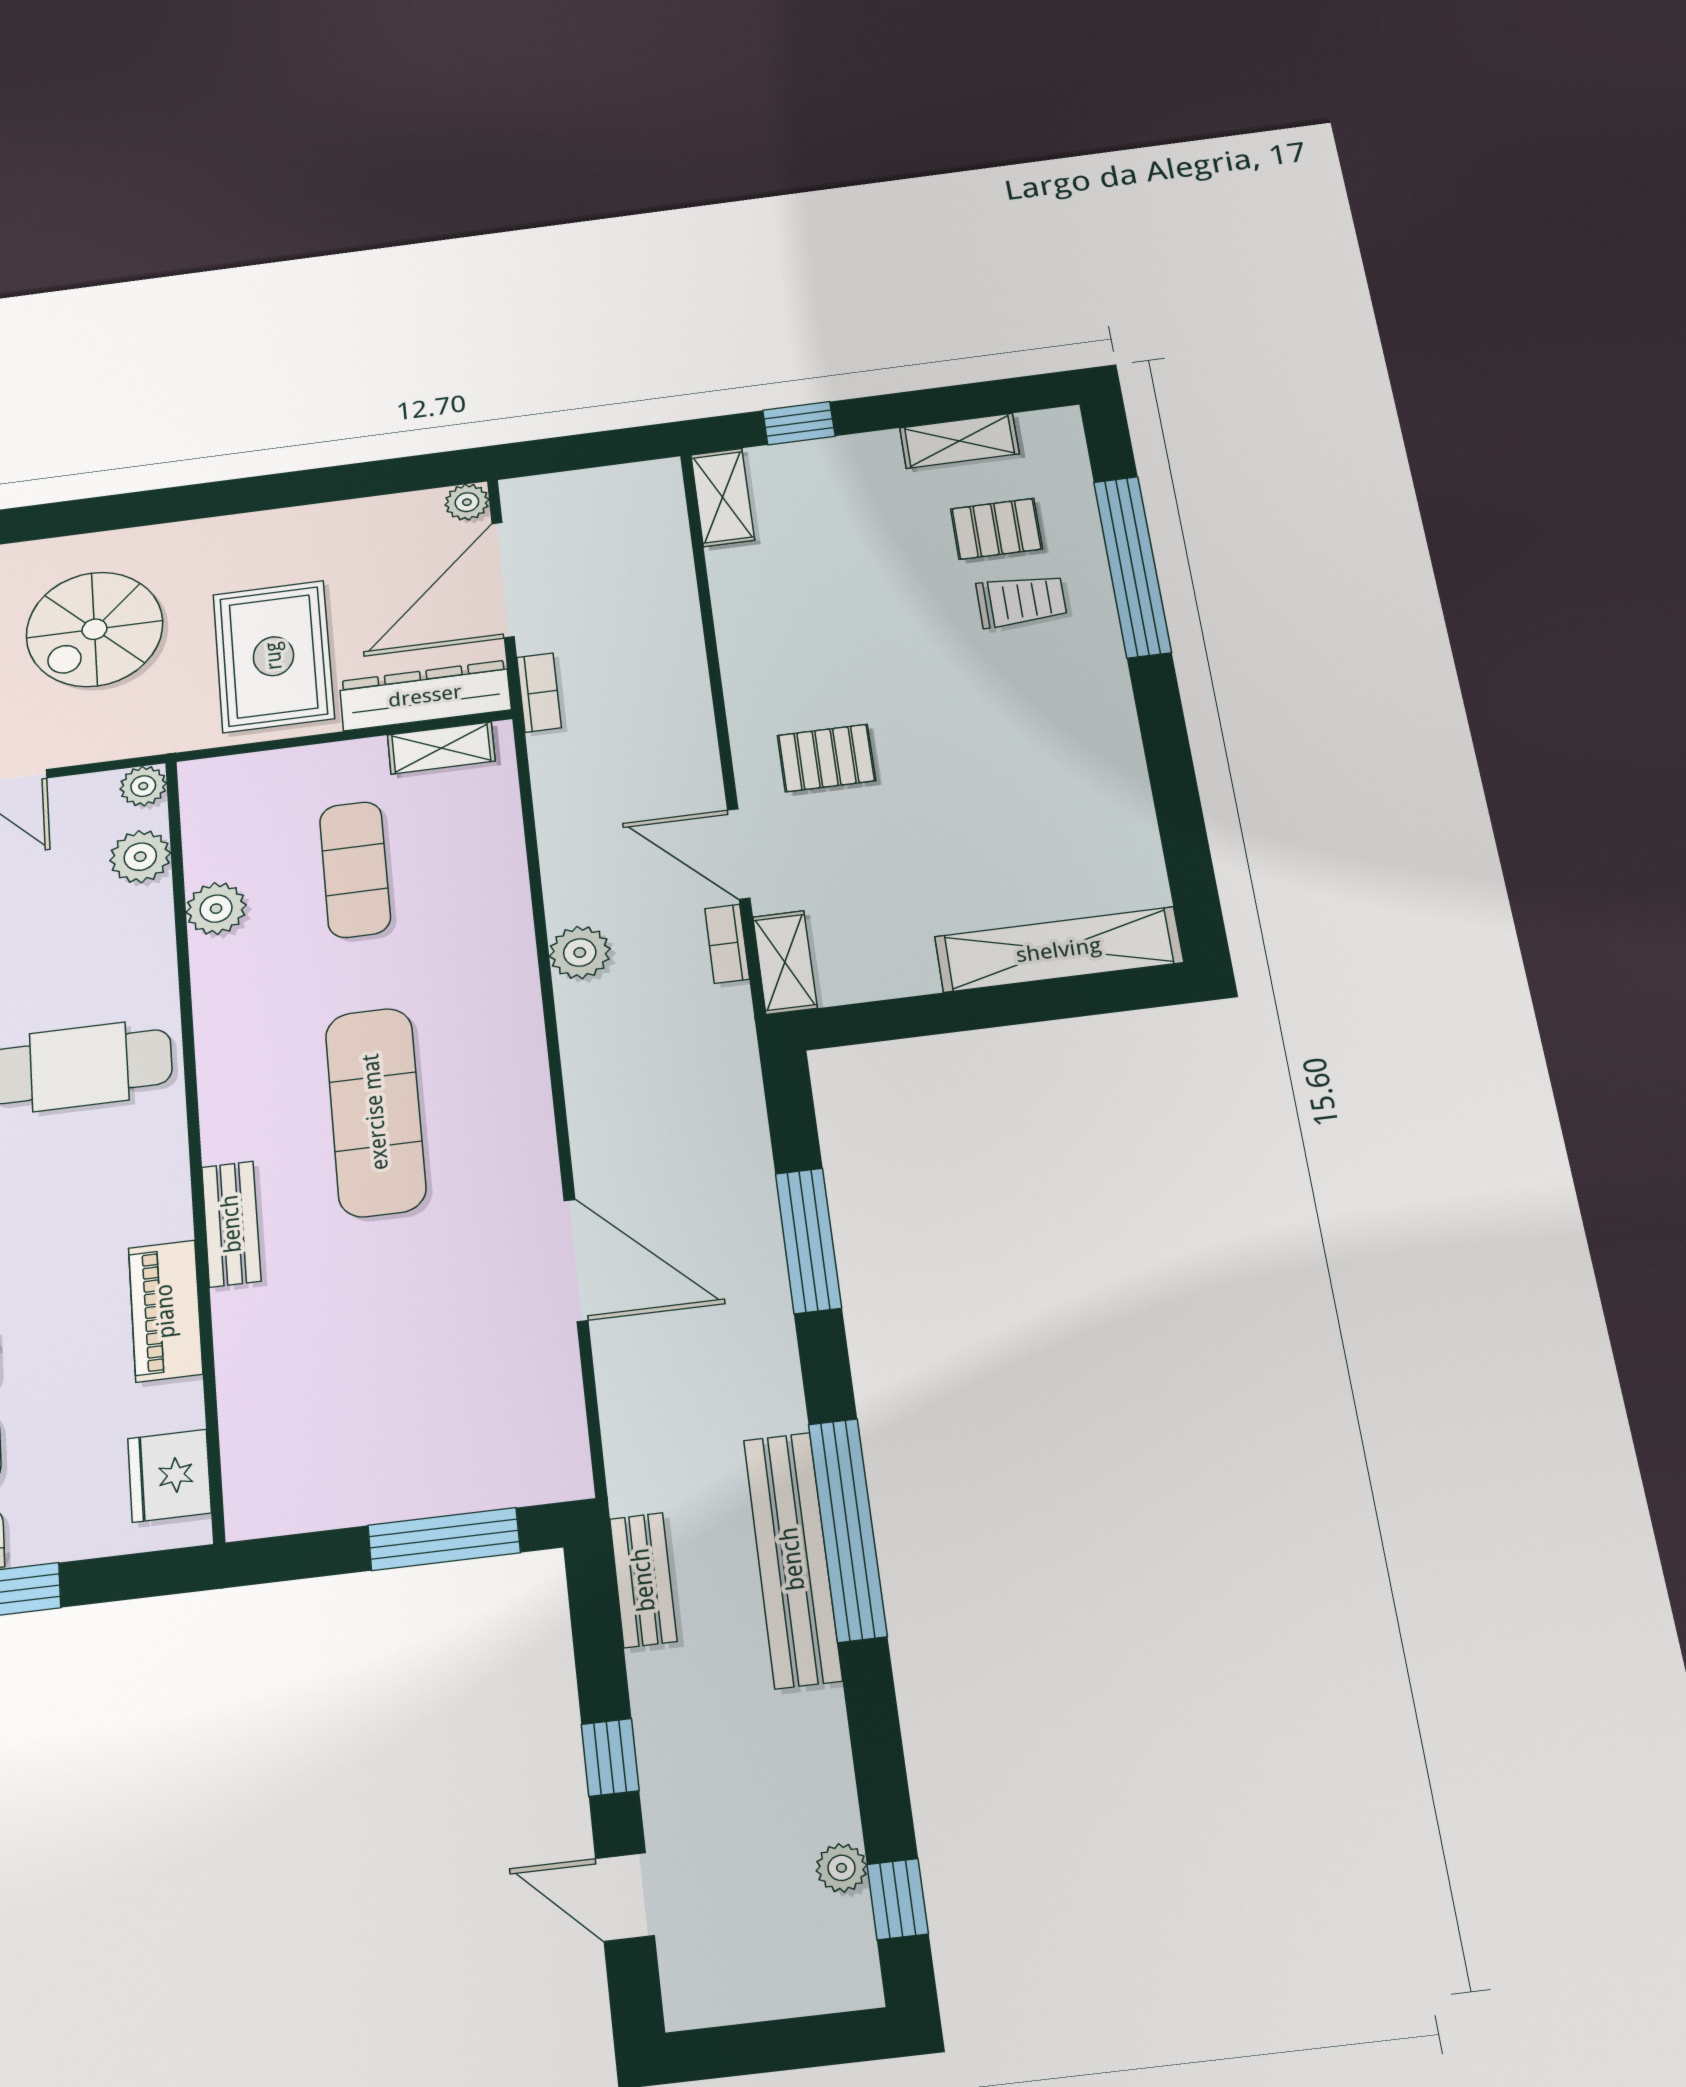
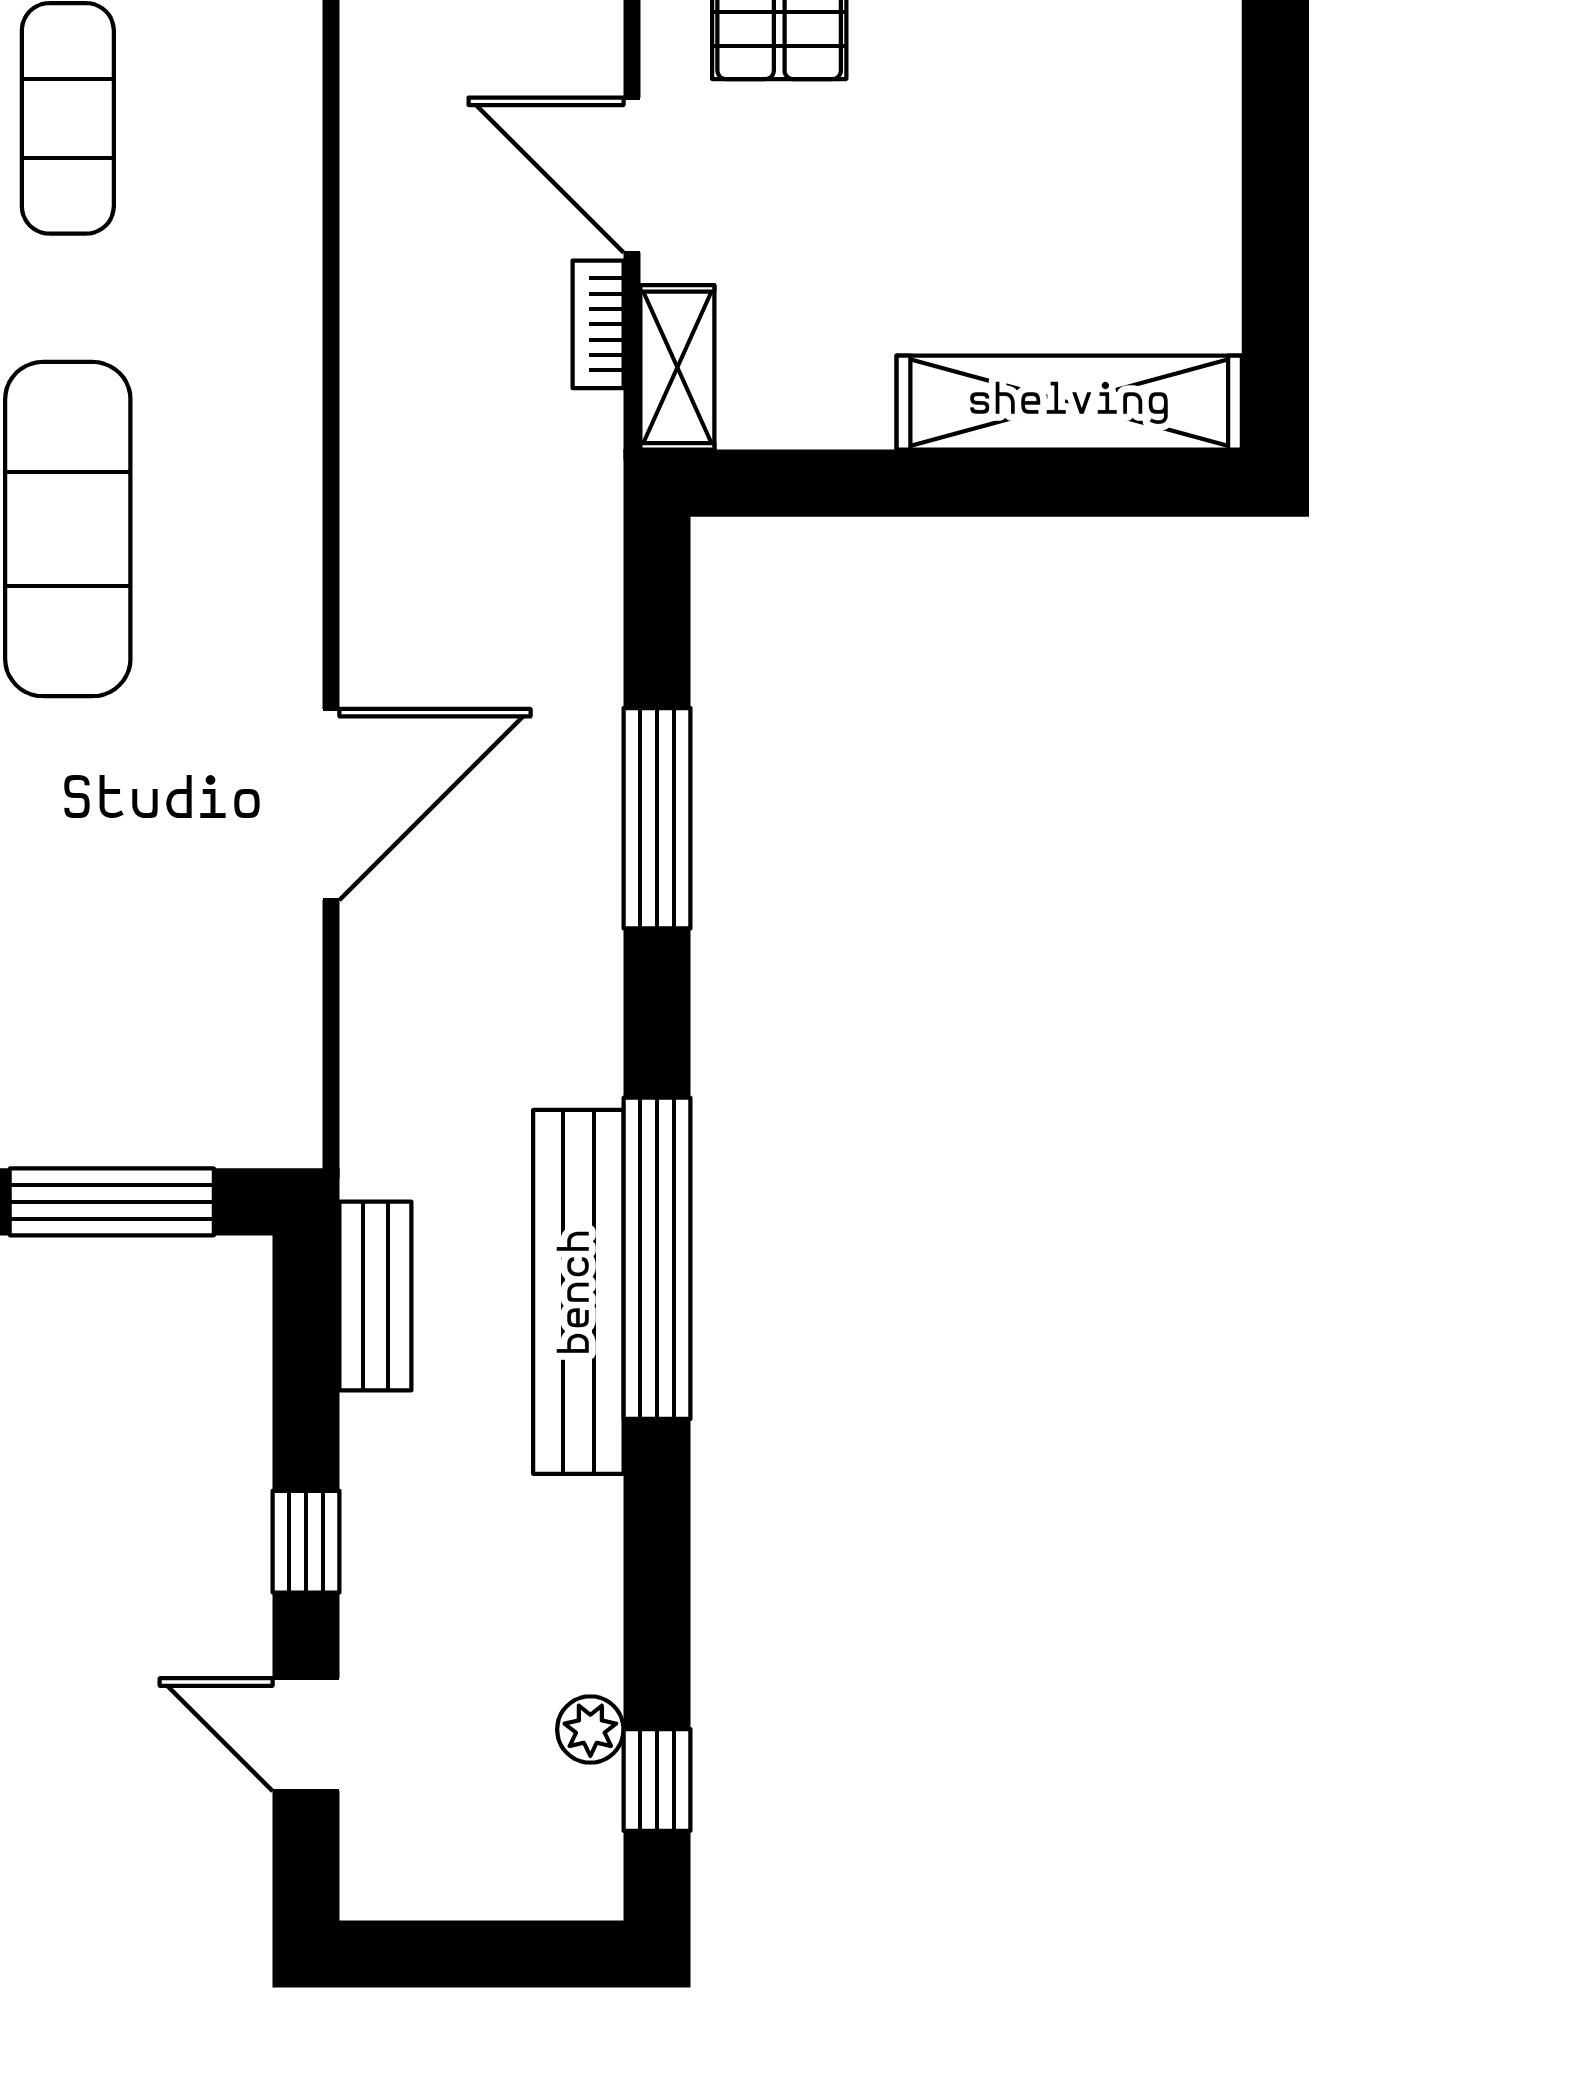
plant: (580, 953) -> (384, 308), removed
door: (576, 1260) -> (331, 804), hinge flipped

